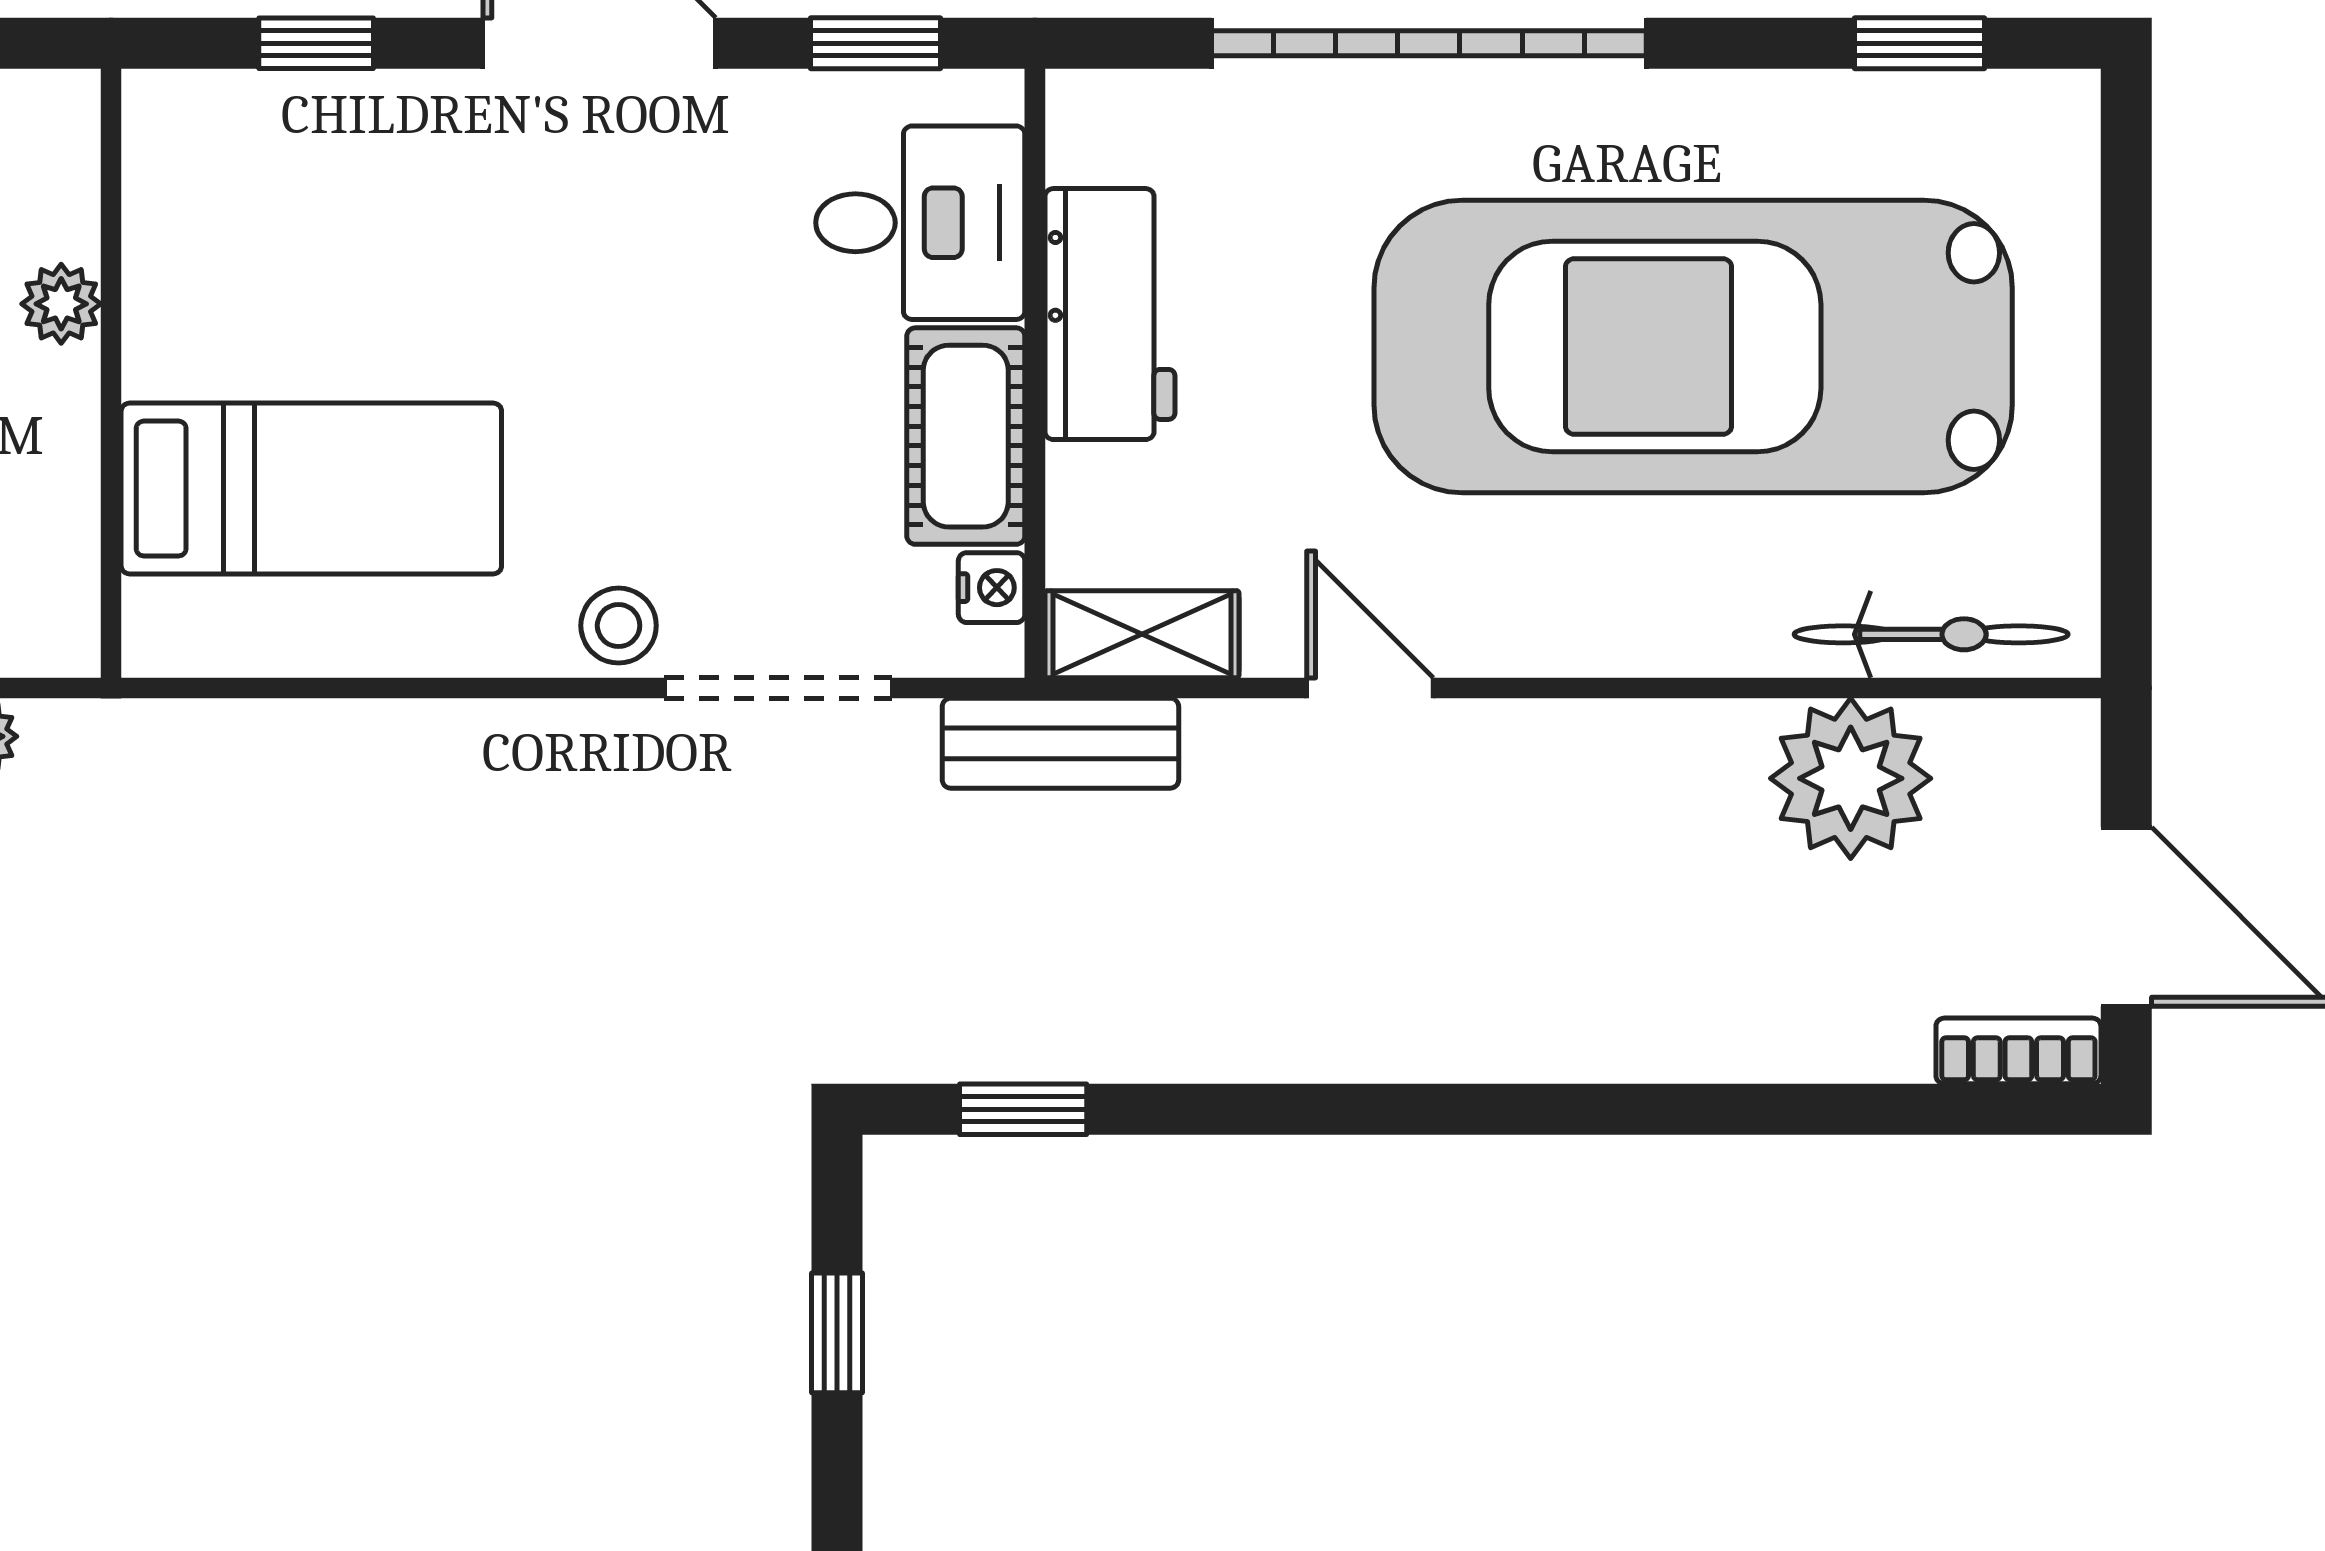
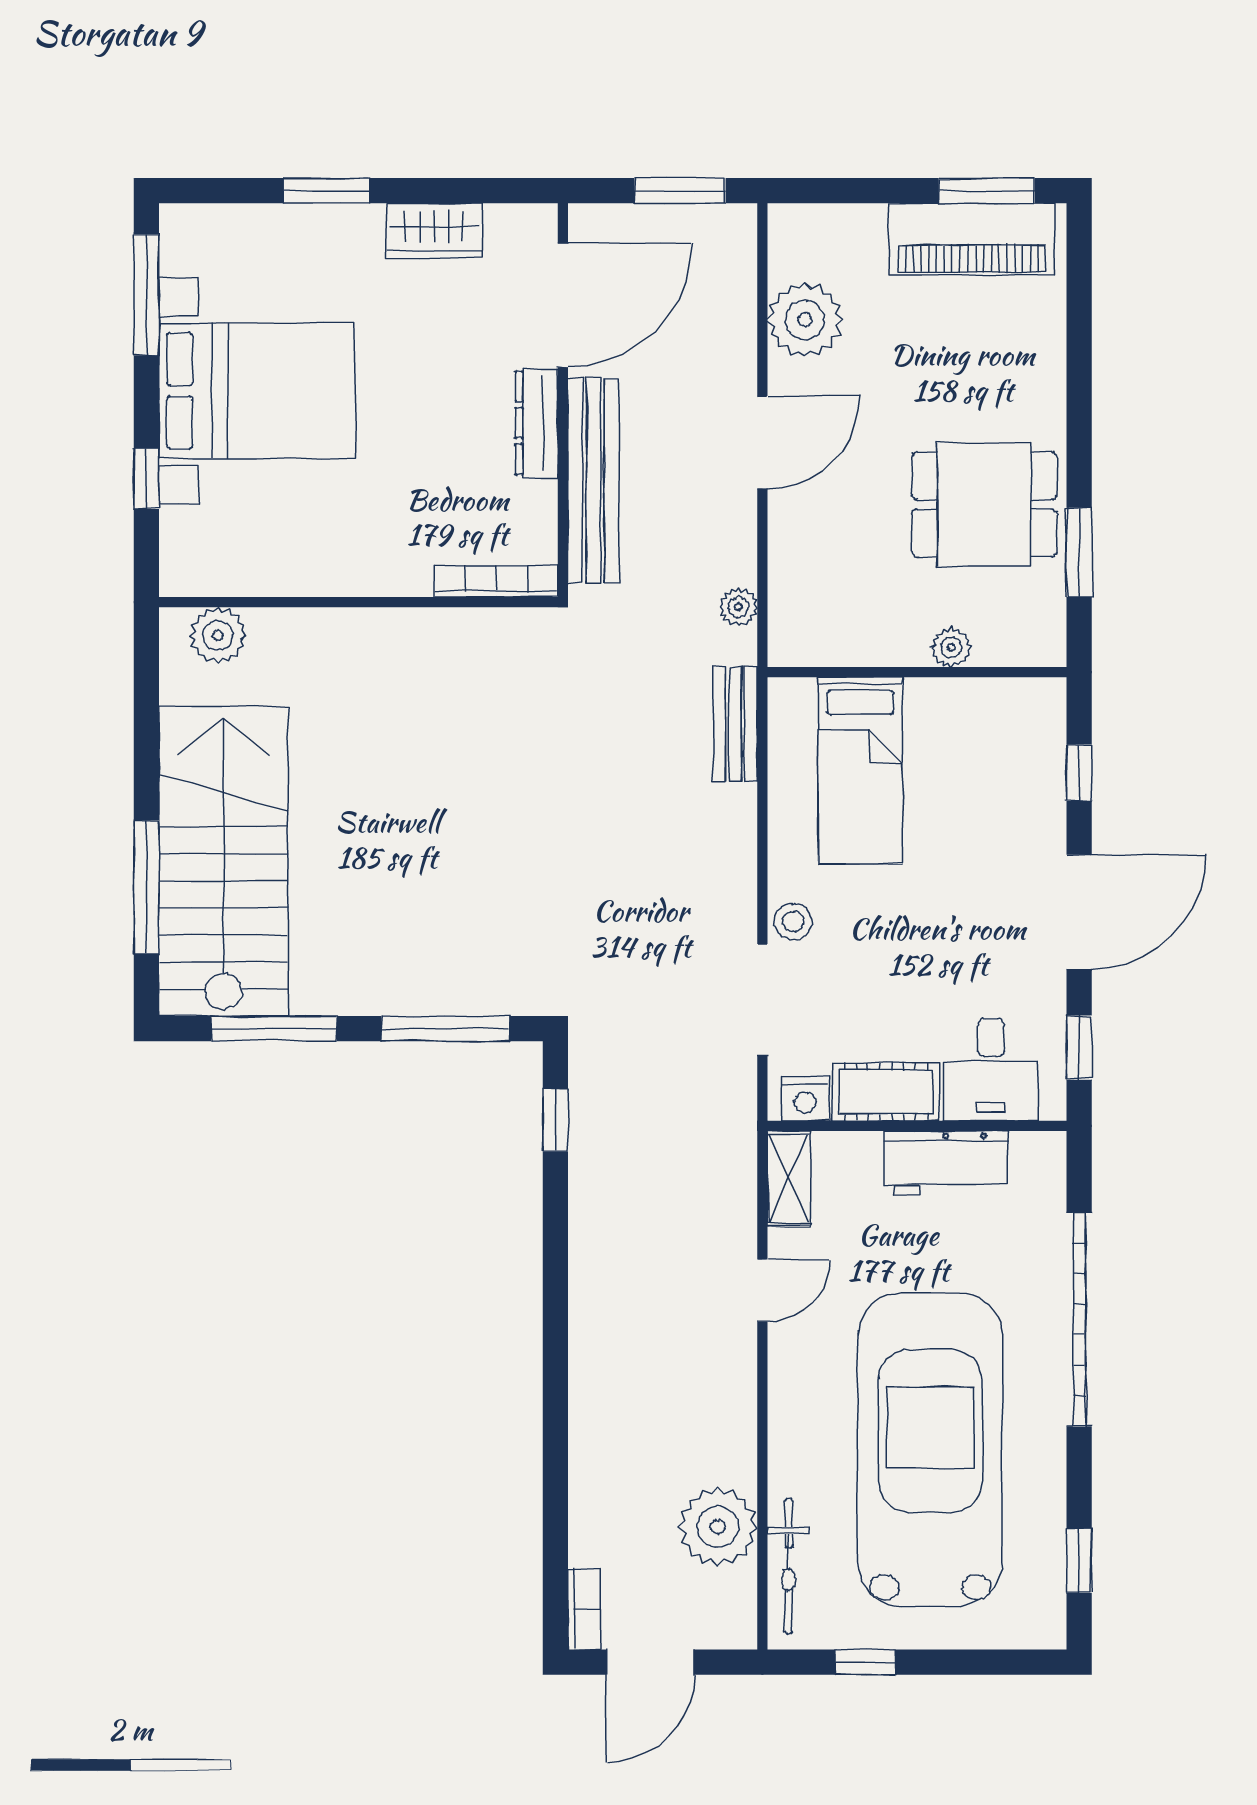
window: (2126, 479) -> (865, 1662), added
nightstand: (992, 588) -> (805, 1099), width x1.39, depth x1.35
bench: (1060, 743) -> (735, 724), moved
window: (837, 1333) -> (446, 1029), width x2.17

